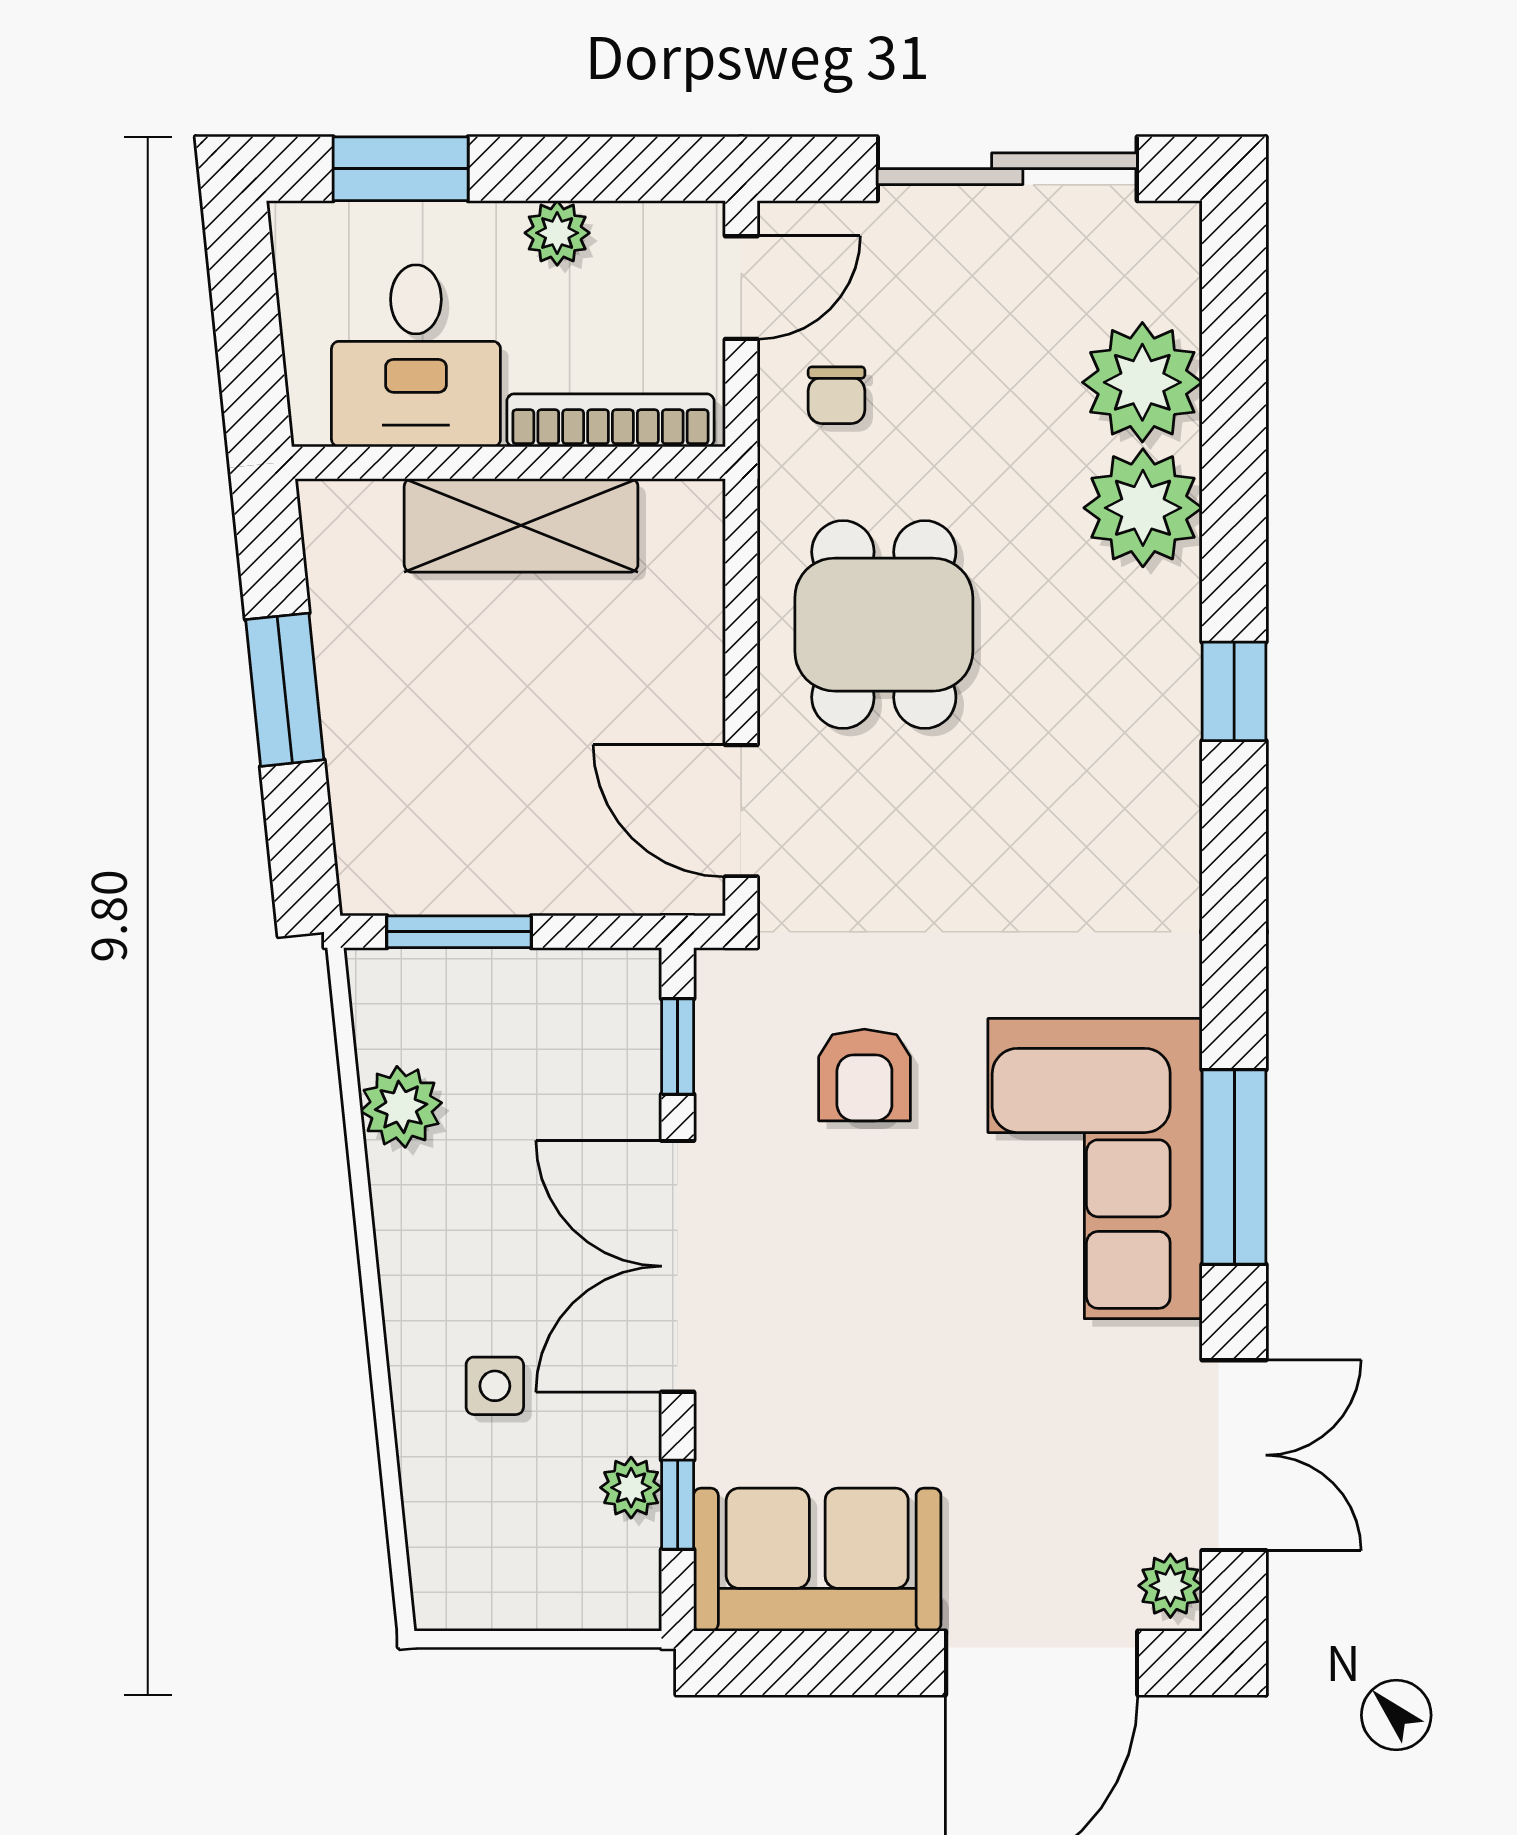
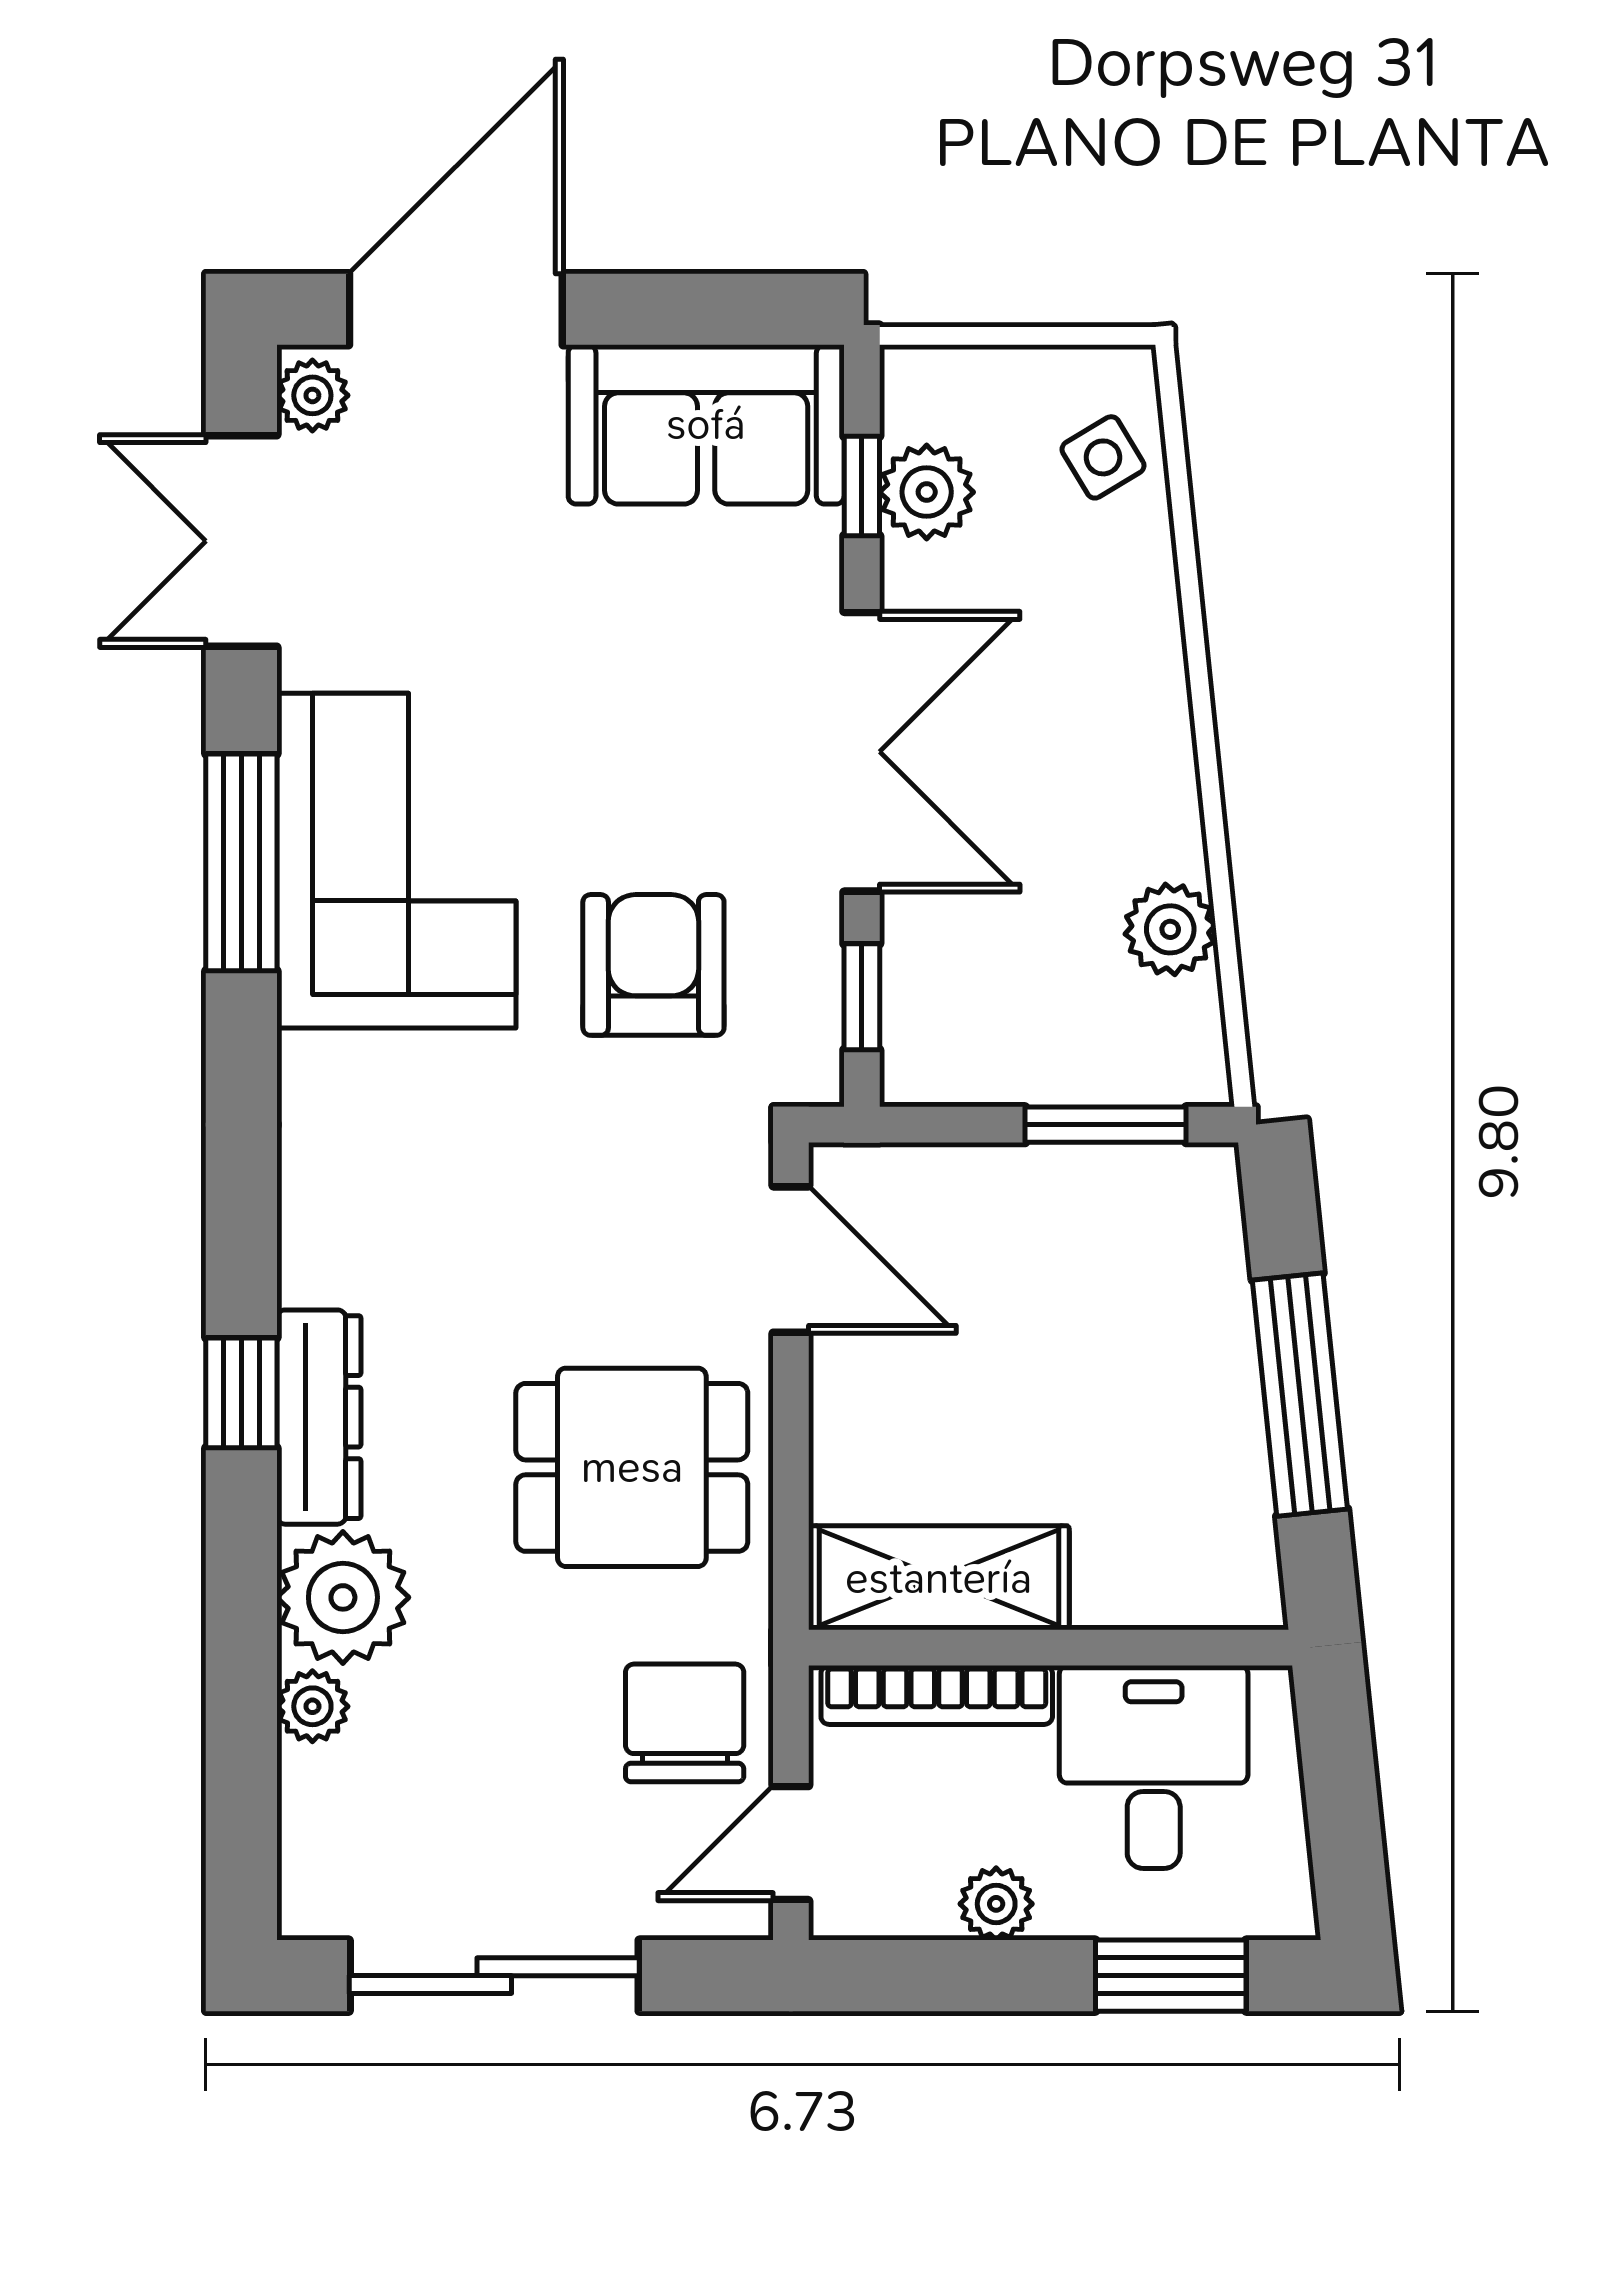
plant: (1142, 382) -> (312, 1706), width x0.53, depth x0.53
chair: (837, 395) -> (685, 1723), width x1.87, depth x1.87
shelving: (521, 525) -> (939, 1578), moved
dining table: (884, 625) -> (632, 1467), turned 90
dresser: (1165, 670) -> (319, 1417), added
window: (285, 690) -> (1300, 1395), width x1.44
armchair: (864, 1075) -> (653, 965), width x1.38, depth x1.38
side table: (495, 1386) -> (1103, 457), moved, turned -31
plant: (631, 1488) -> (927, 492), width x1.38, depth x1.38

